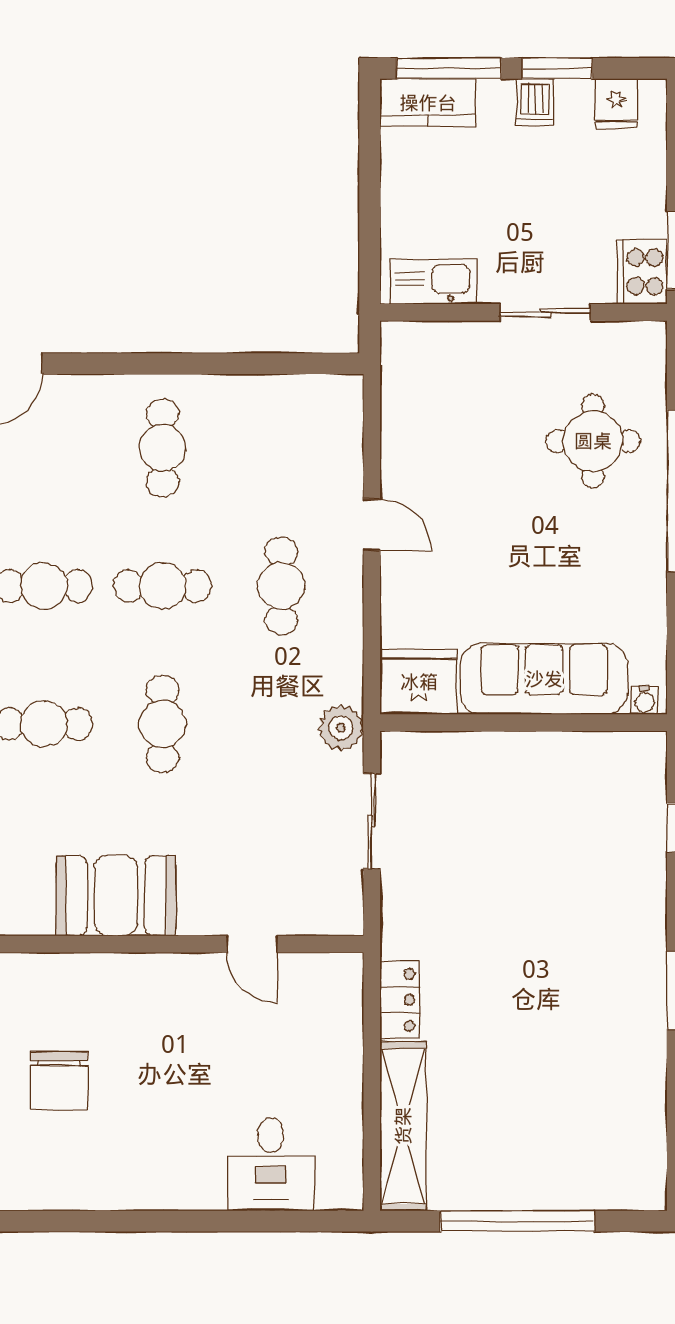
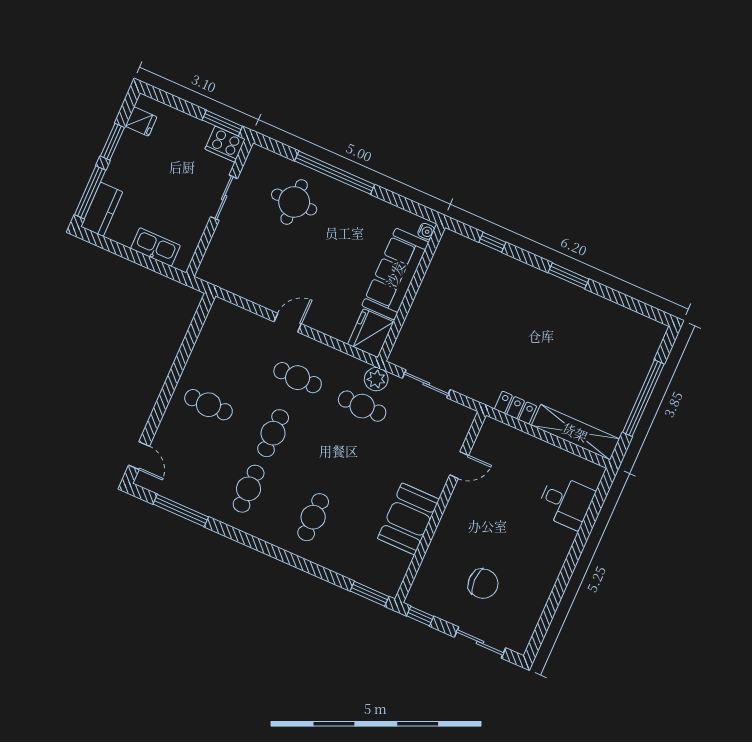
dishwasher: (535, 102) -> (124, 159), removed
kitchen sink: (433, 281) -> (155, 247), moved, turned 90
cafe table: (163, 724) -> (362, 406), moved

